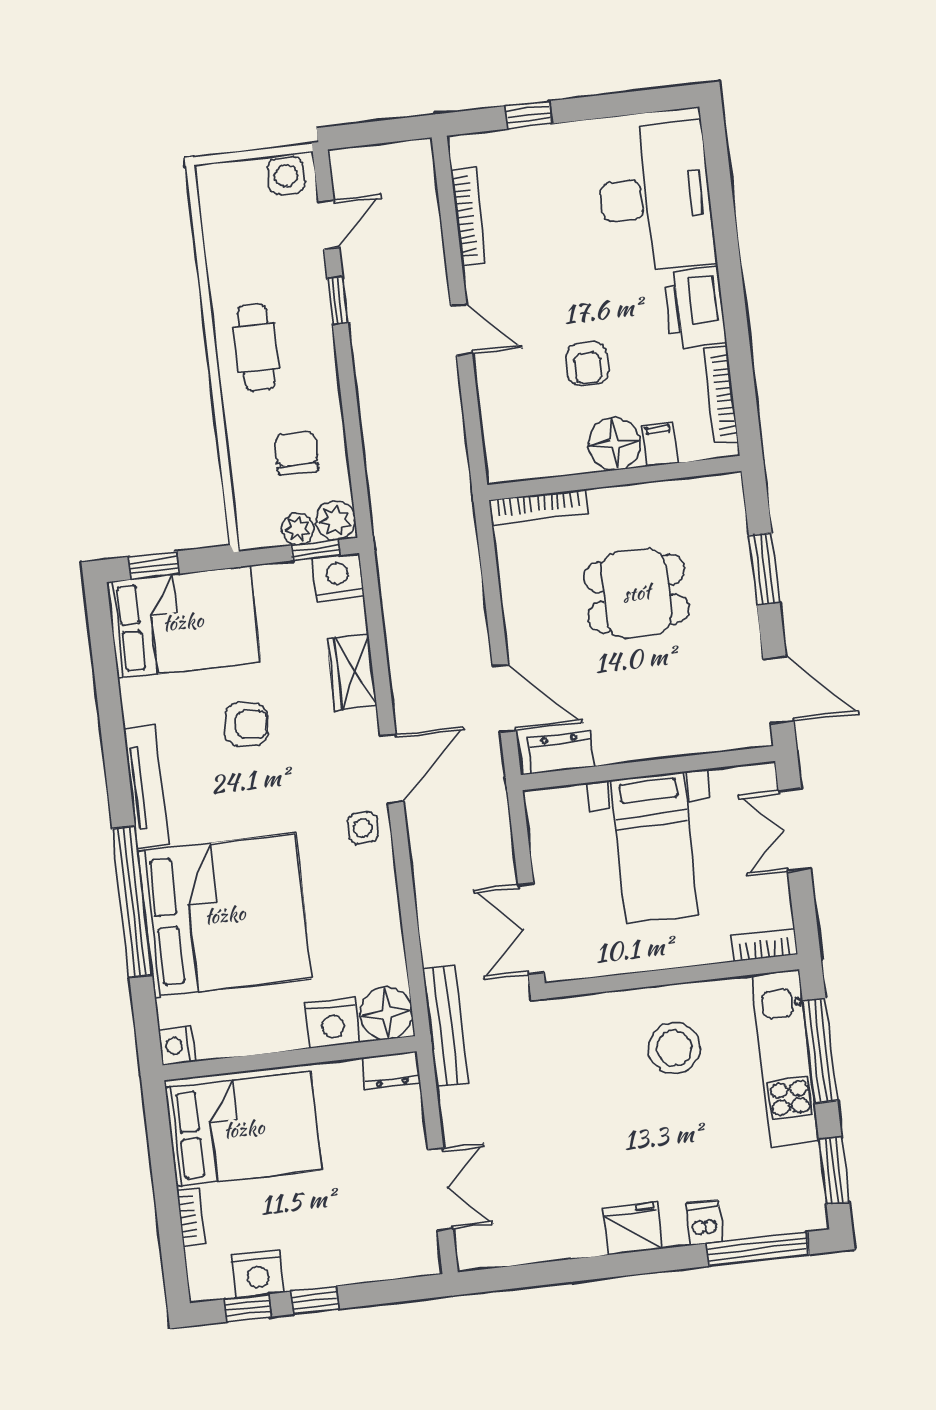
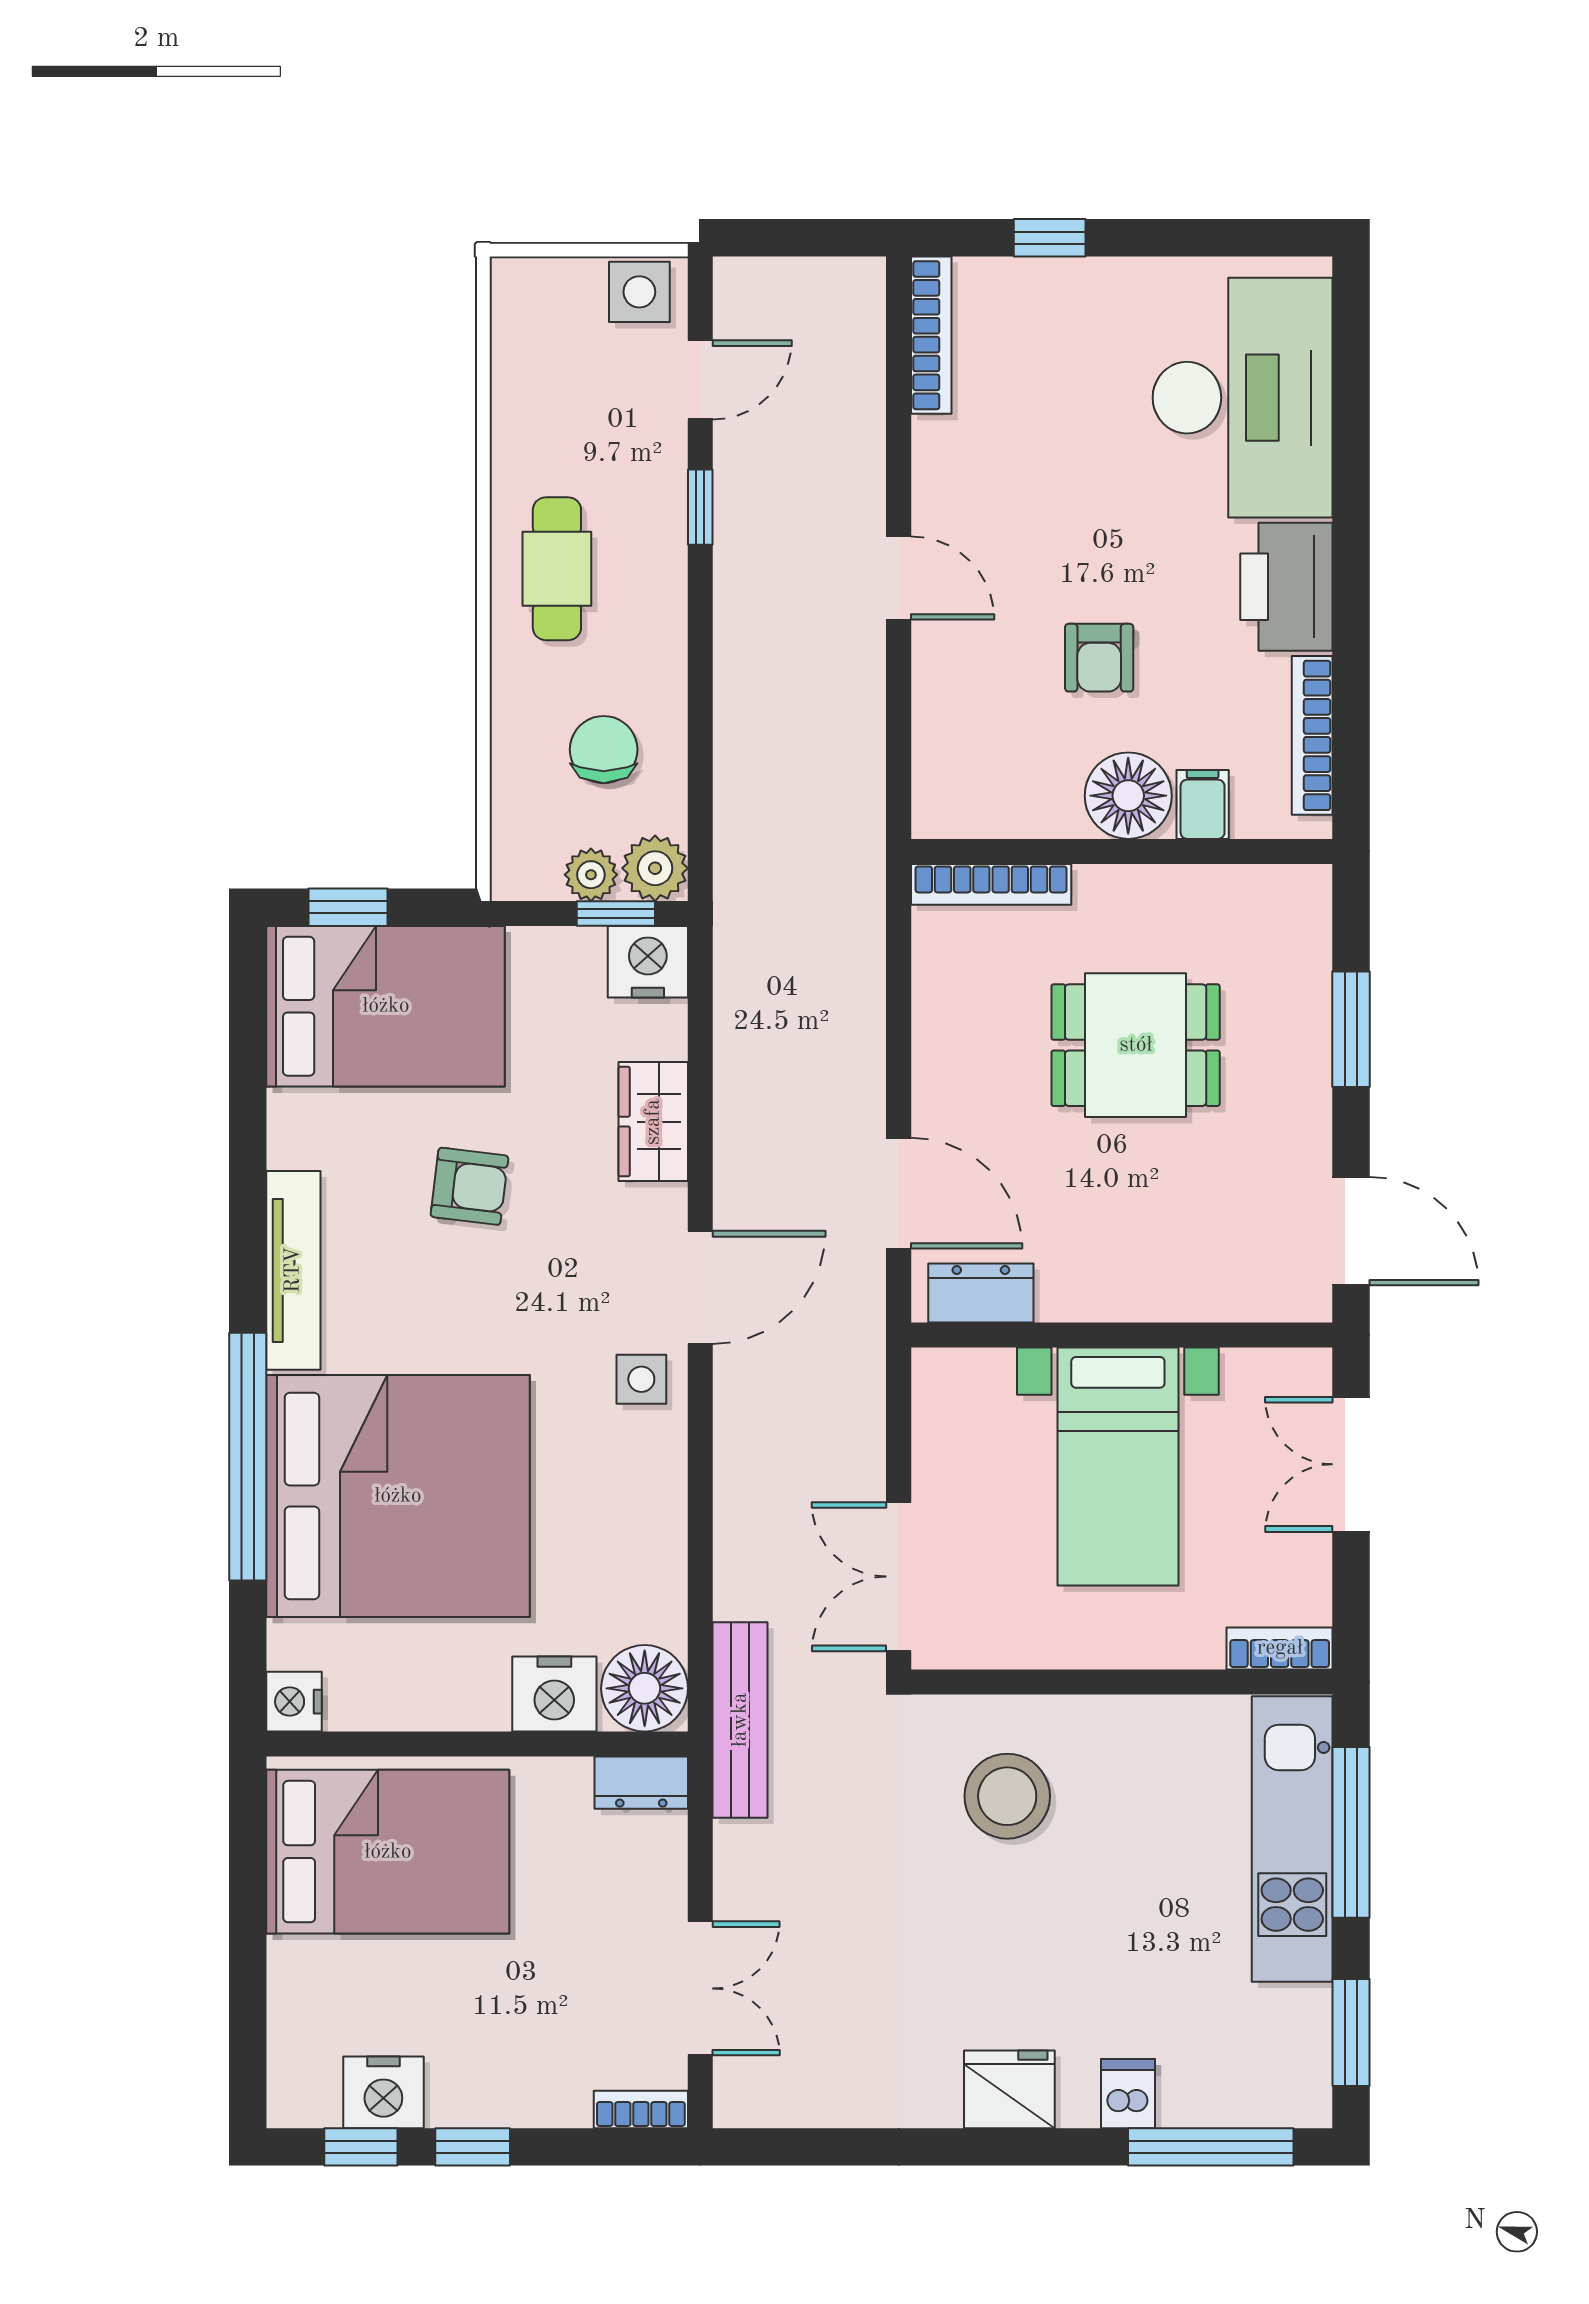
bookcase: (468, 217) -> (931, 335), moved
stool: (674, 1048) -> (1007, 1796), moved
bookcase: (191, 1216) -> (641, 2109), moved, turned -90

